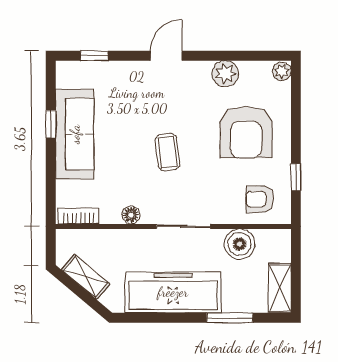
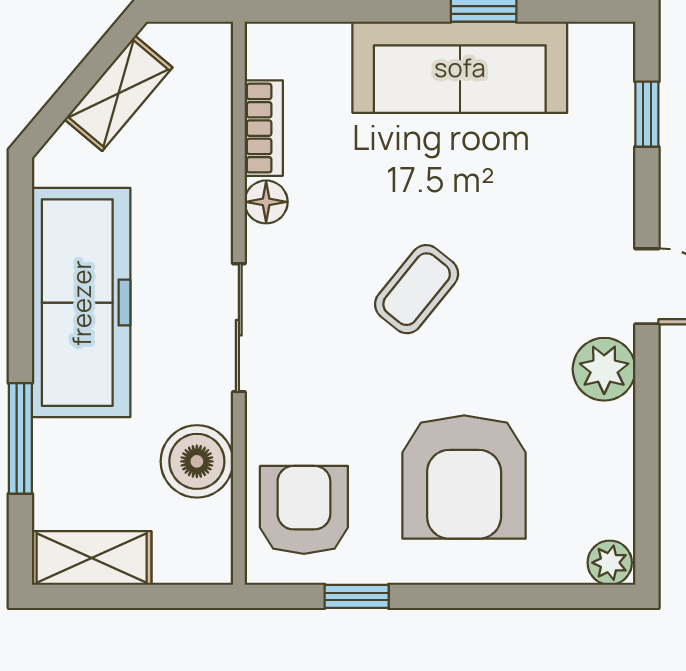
plant: (225, 74) -> (604, 369), moved
armchair: (246, 132) -> (464, 477), turned -90
coffee table: (167, 152) -> (417, 289), turned -44
armchair: (260, 199) -> (304, 510), width x1.38, depth x1.38
bookcase: (79, 216) -> (264, 128), moved

